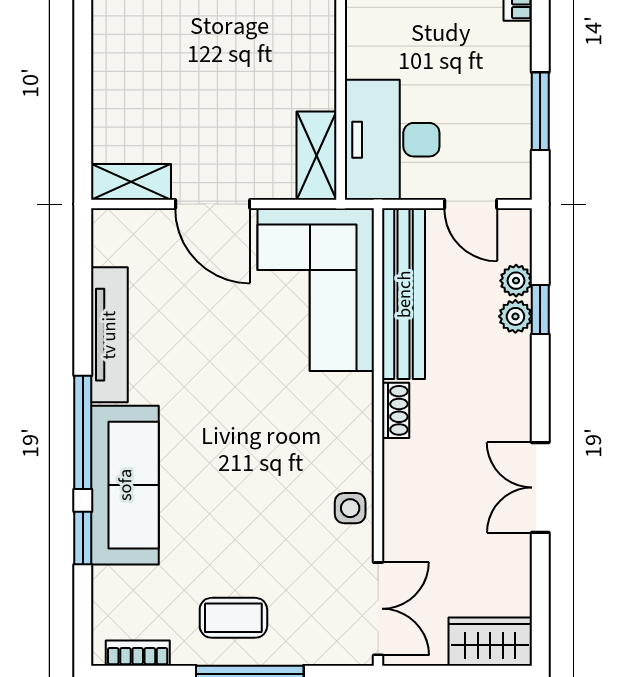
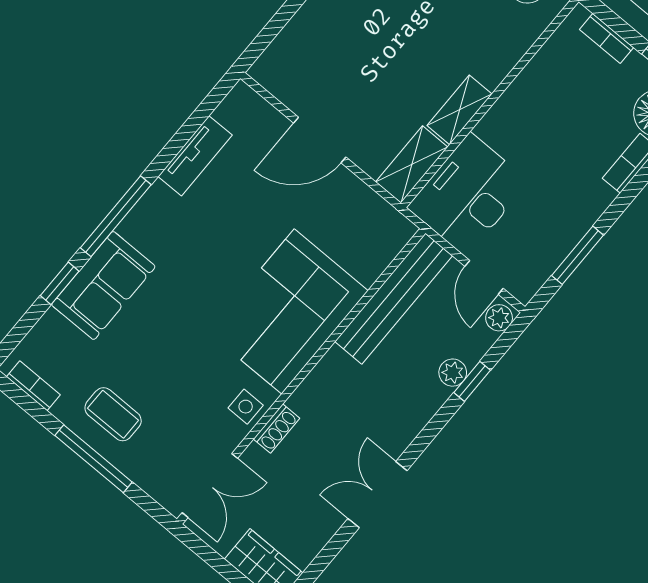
shelving: (131, 182) -> (460, 110), moved, turned 90
door: (213, 204) -> (320, 140), hinge flipped
plant: (516, 281) -> (499, 318), moved
corner sofa: (316, 290) -> (288, 311), moved
tv unit: (109, 335) -> (195, 156), width x0.71
shoe rack: (396, 410) -> (276, 429), moved
sofa: (125, 485) -> (103, 285), width x0.73

